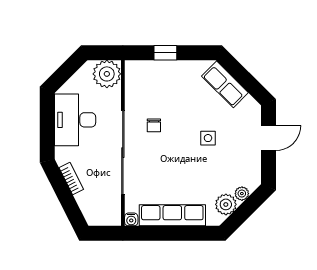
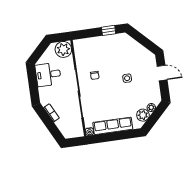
window: (165, 53) -> (109, 30), moved
row of seats: (225, 84) -> (133, 46), removed
desk: (75, 120) -> (48, 74), width x0.73
door: (268, 138) -> (162, 73), hinge flipped

